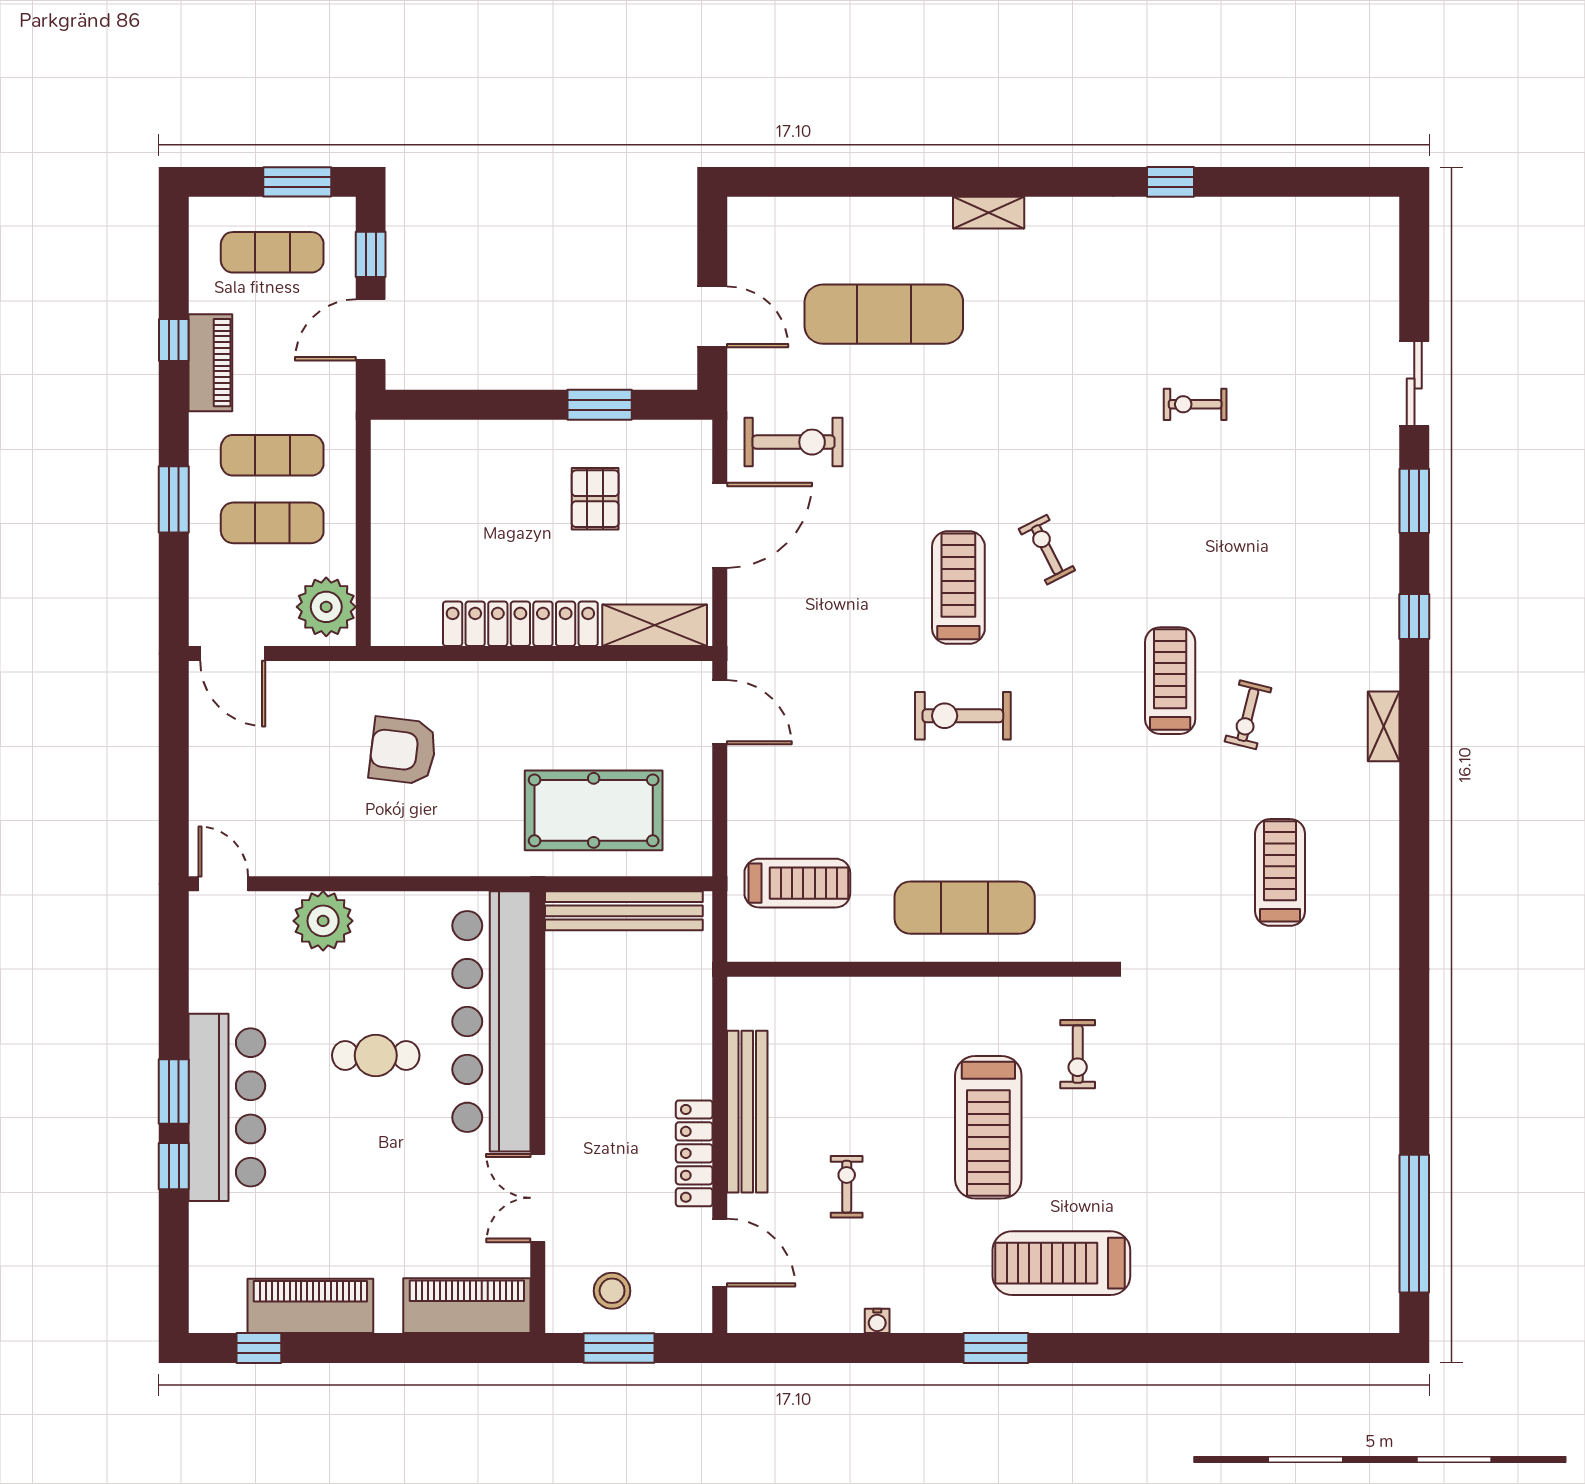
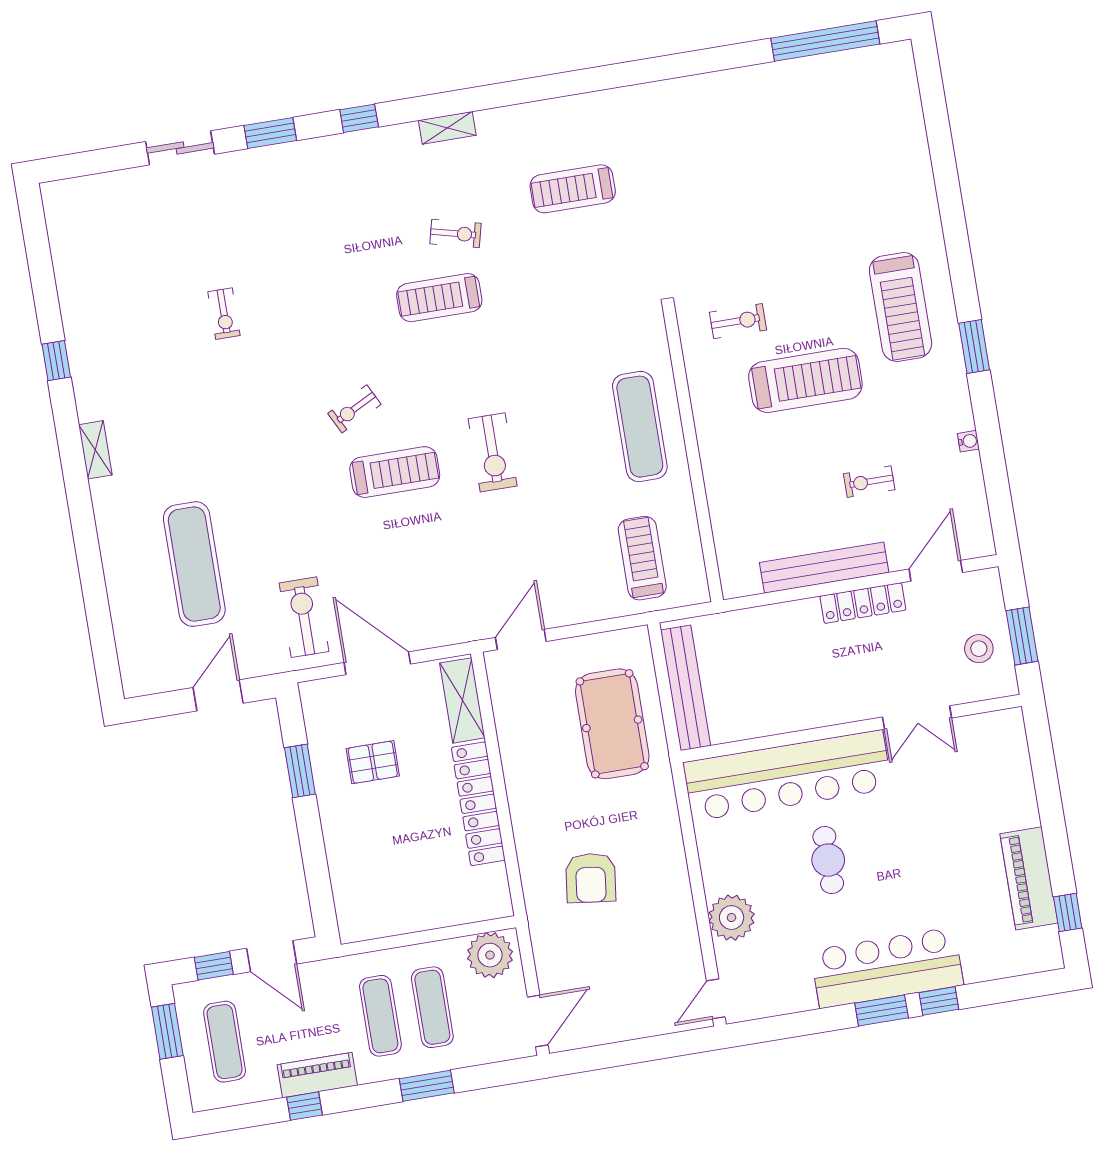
shelving: (989, 213) -> (95, 450), moved
treadmill: (958, 588) -> (395, 472), turned 180
piano: (467, 1306) -> (1009, 758), removed

